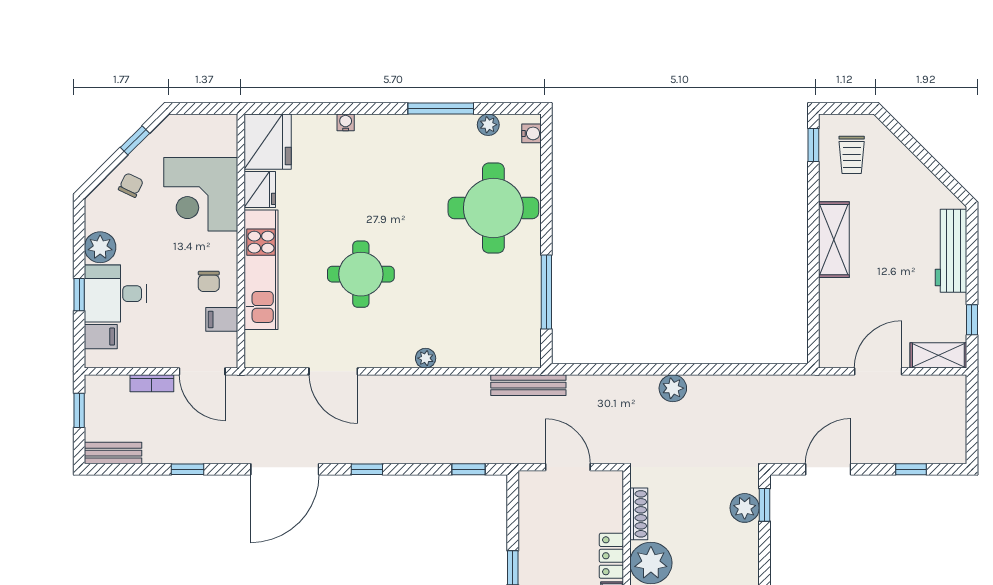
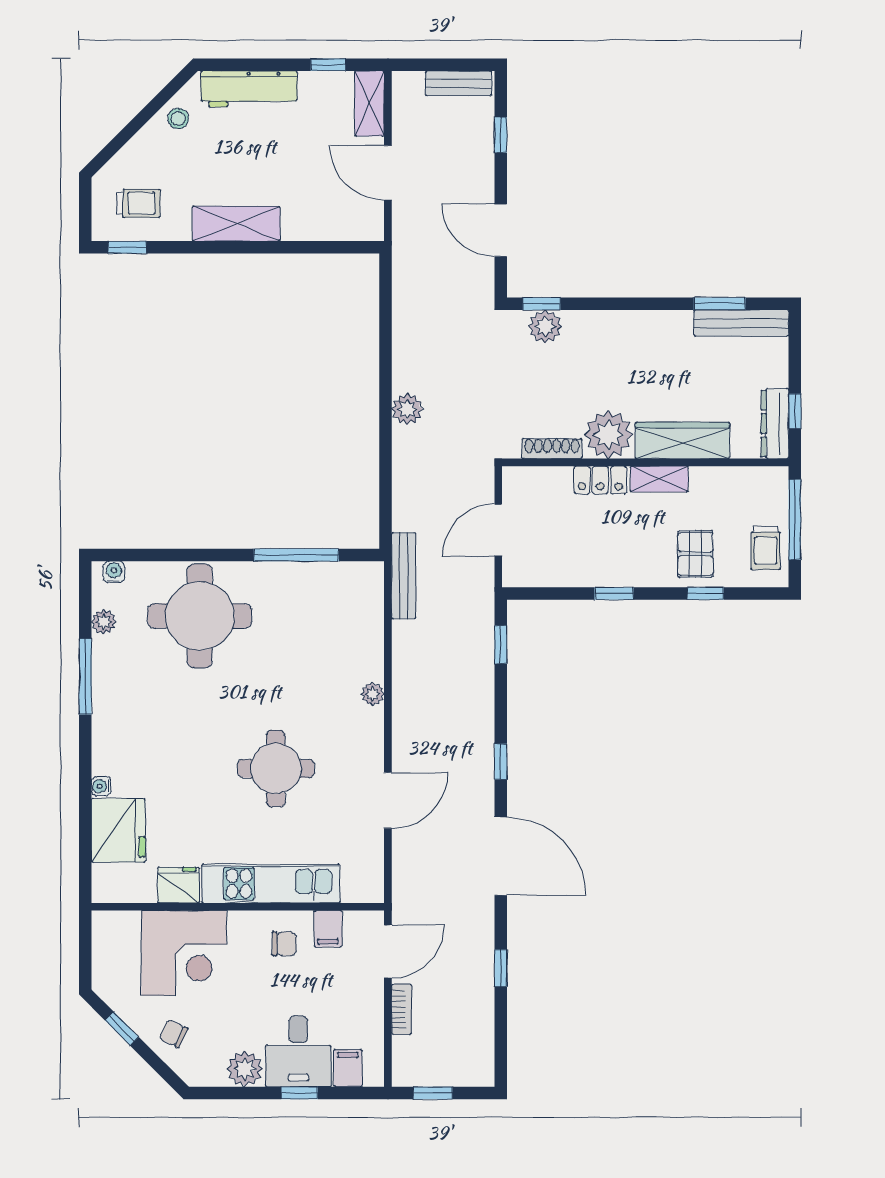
fridge: (268, 142) -> (118, 830), moved, turned 90
stool: (925, 189) -> (178, 118), added
bench: (113, 453) -> (458, 83), moved, turned 90

